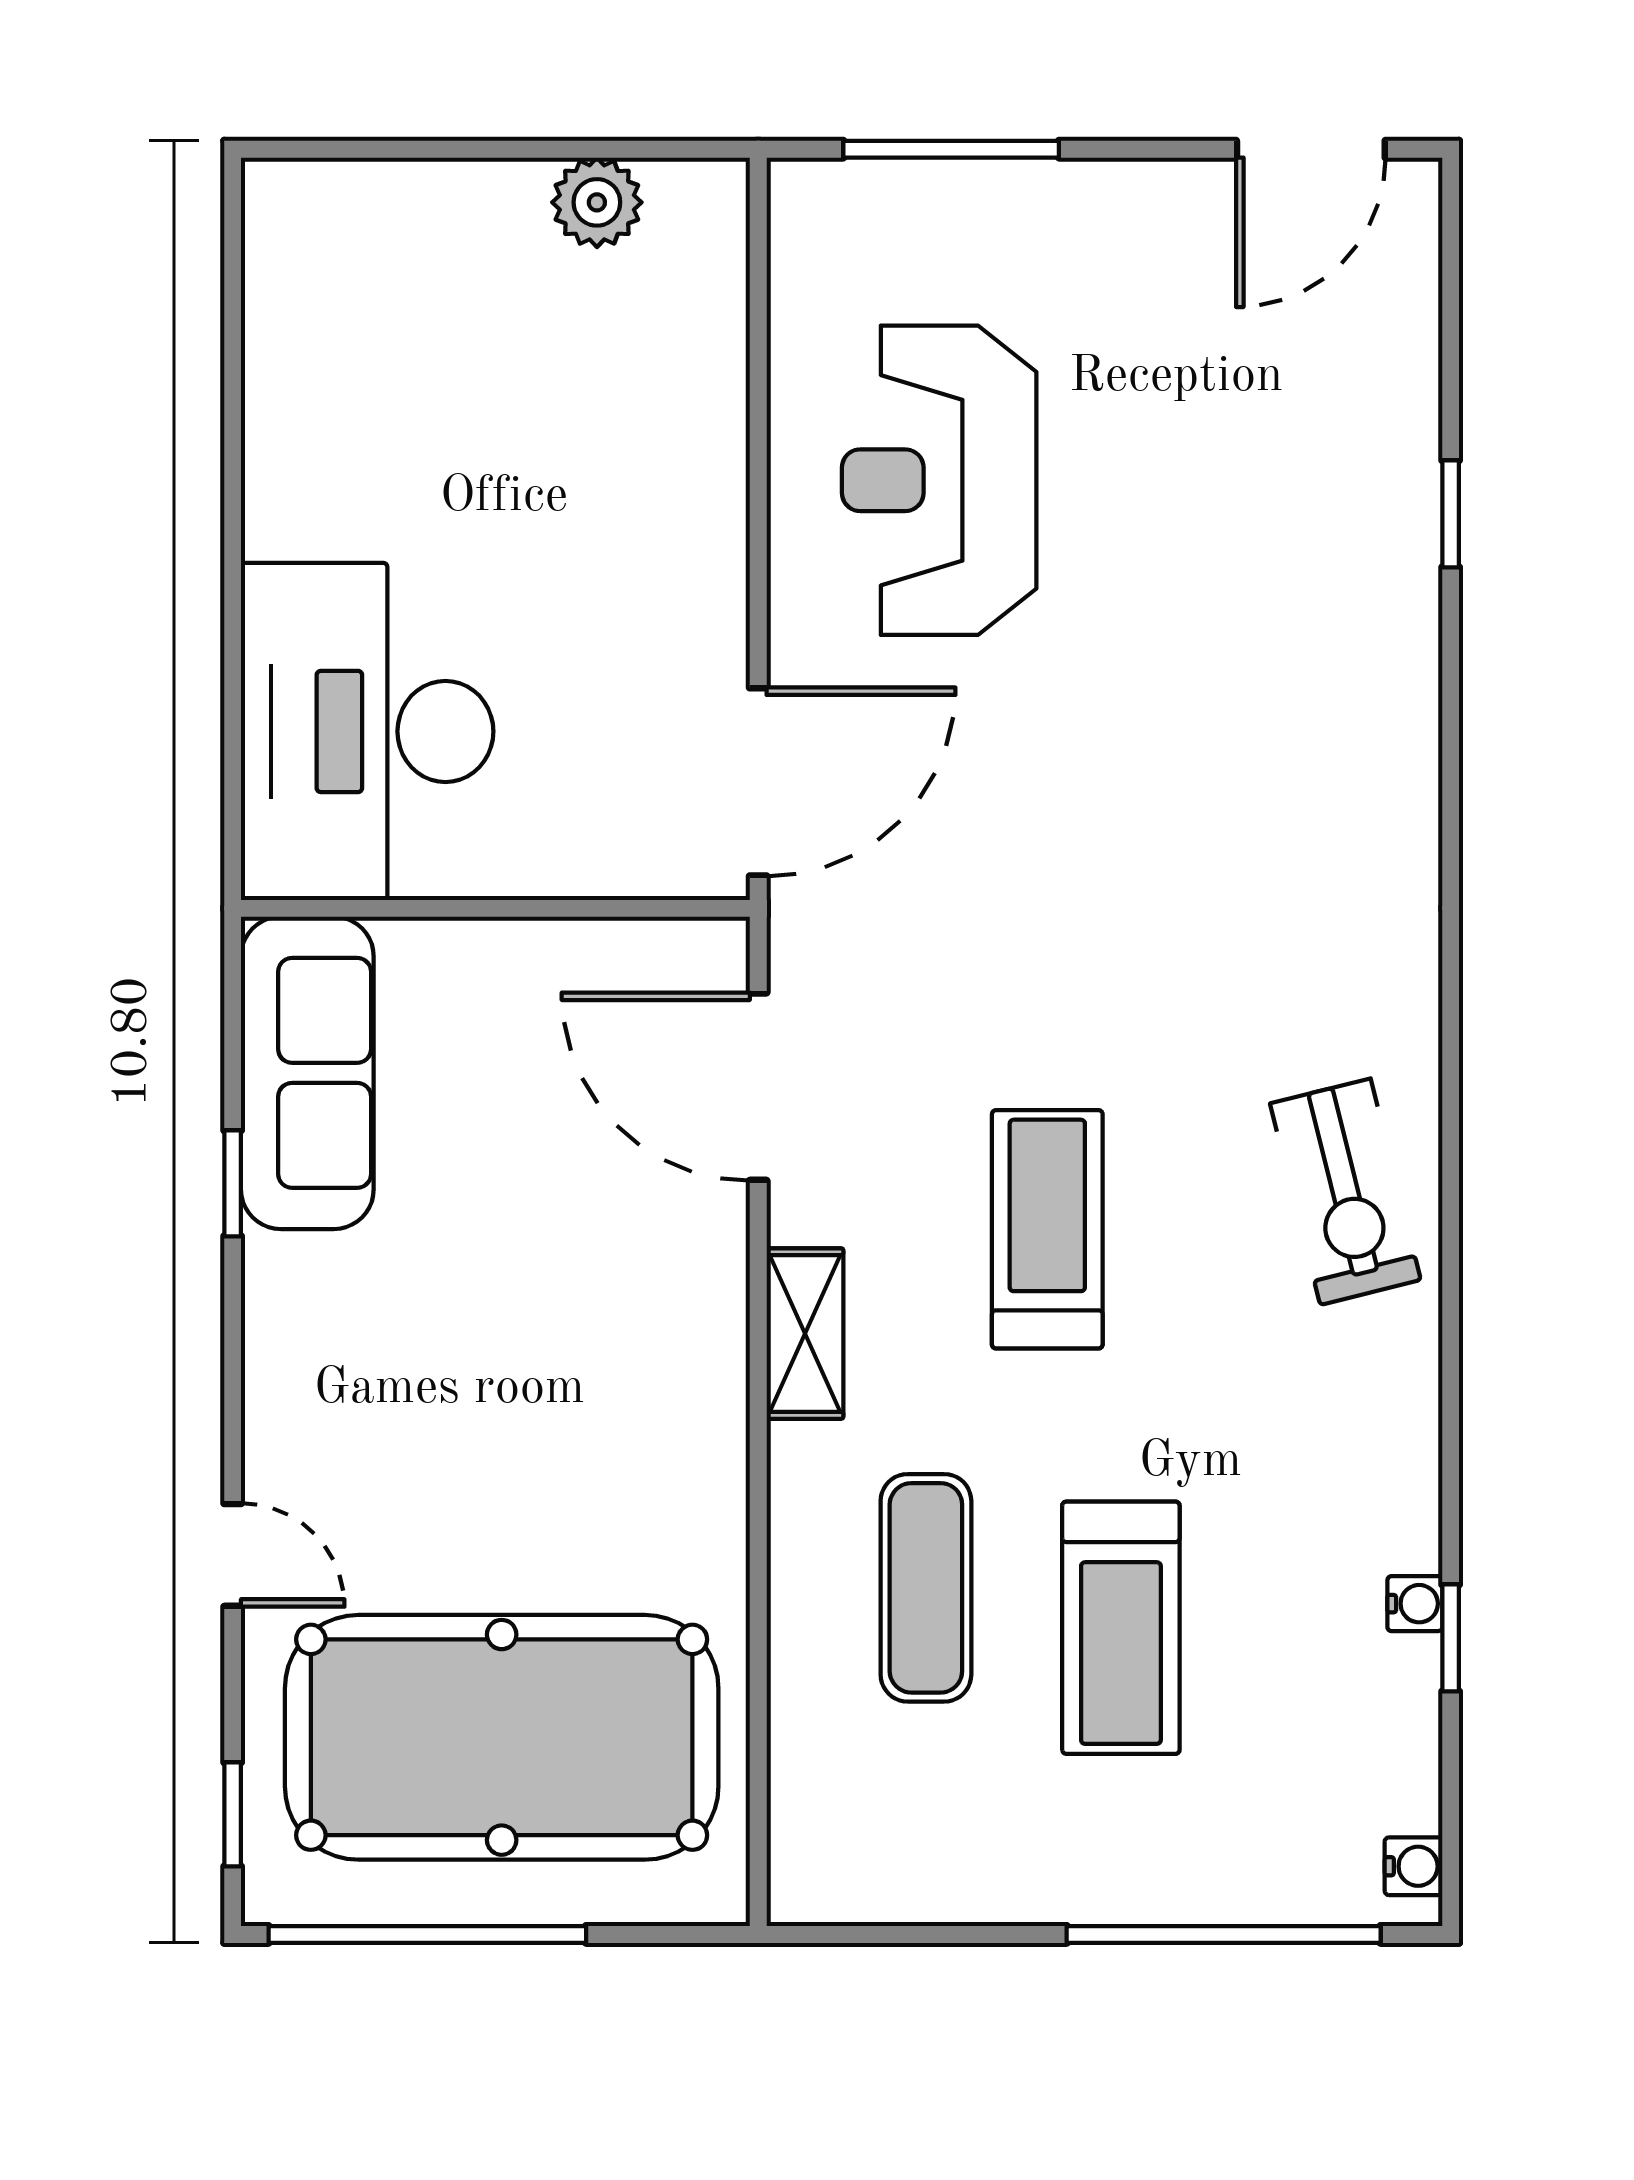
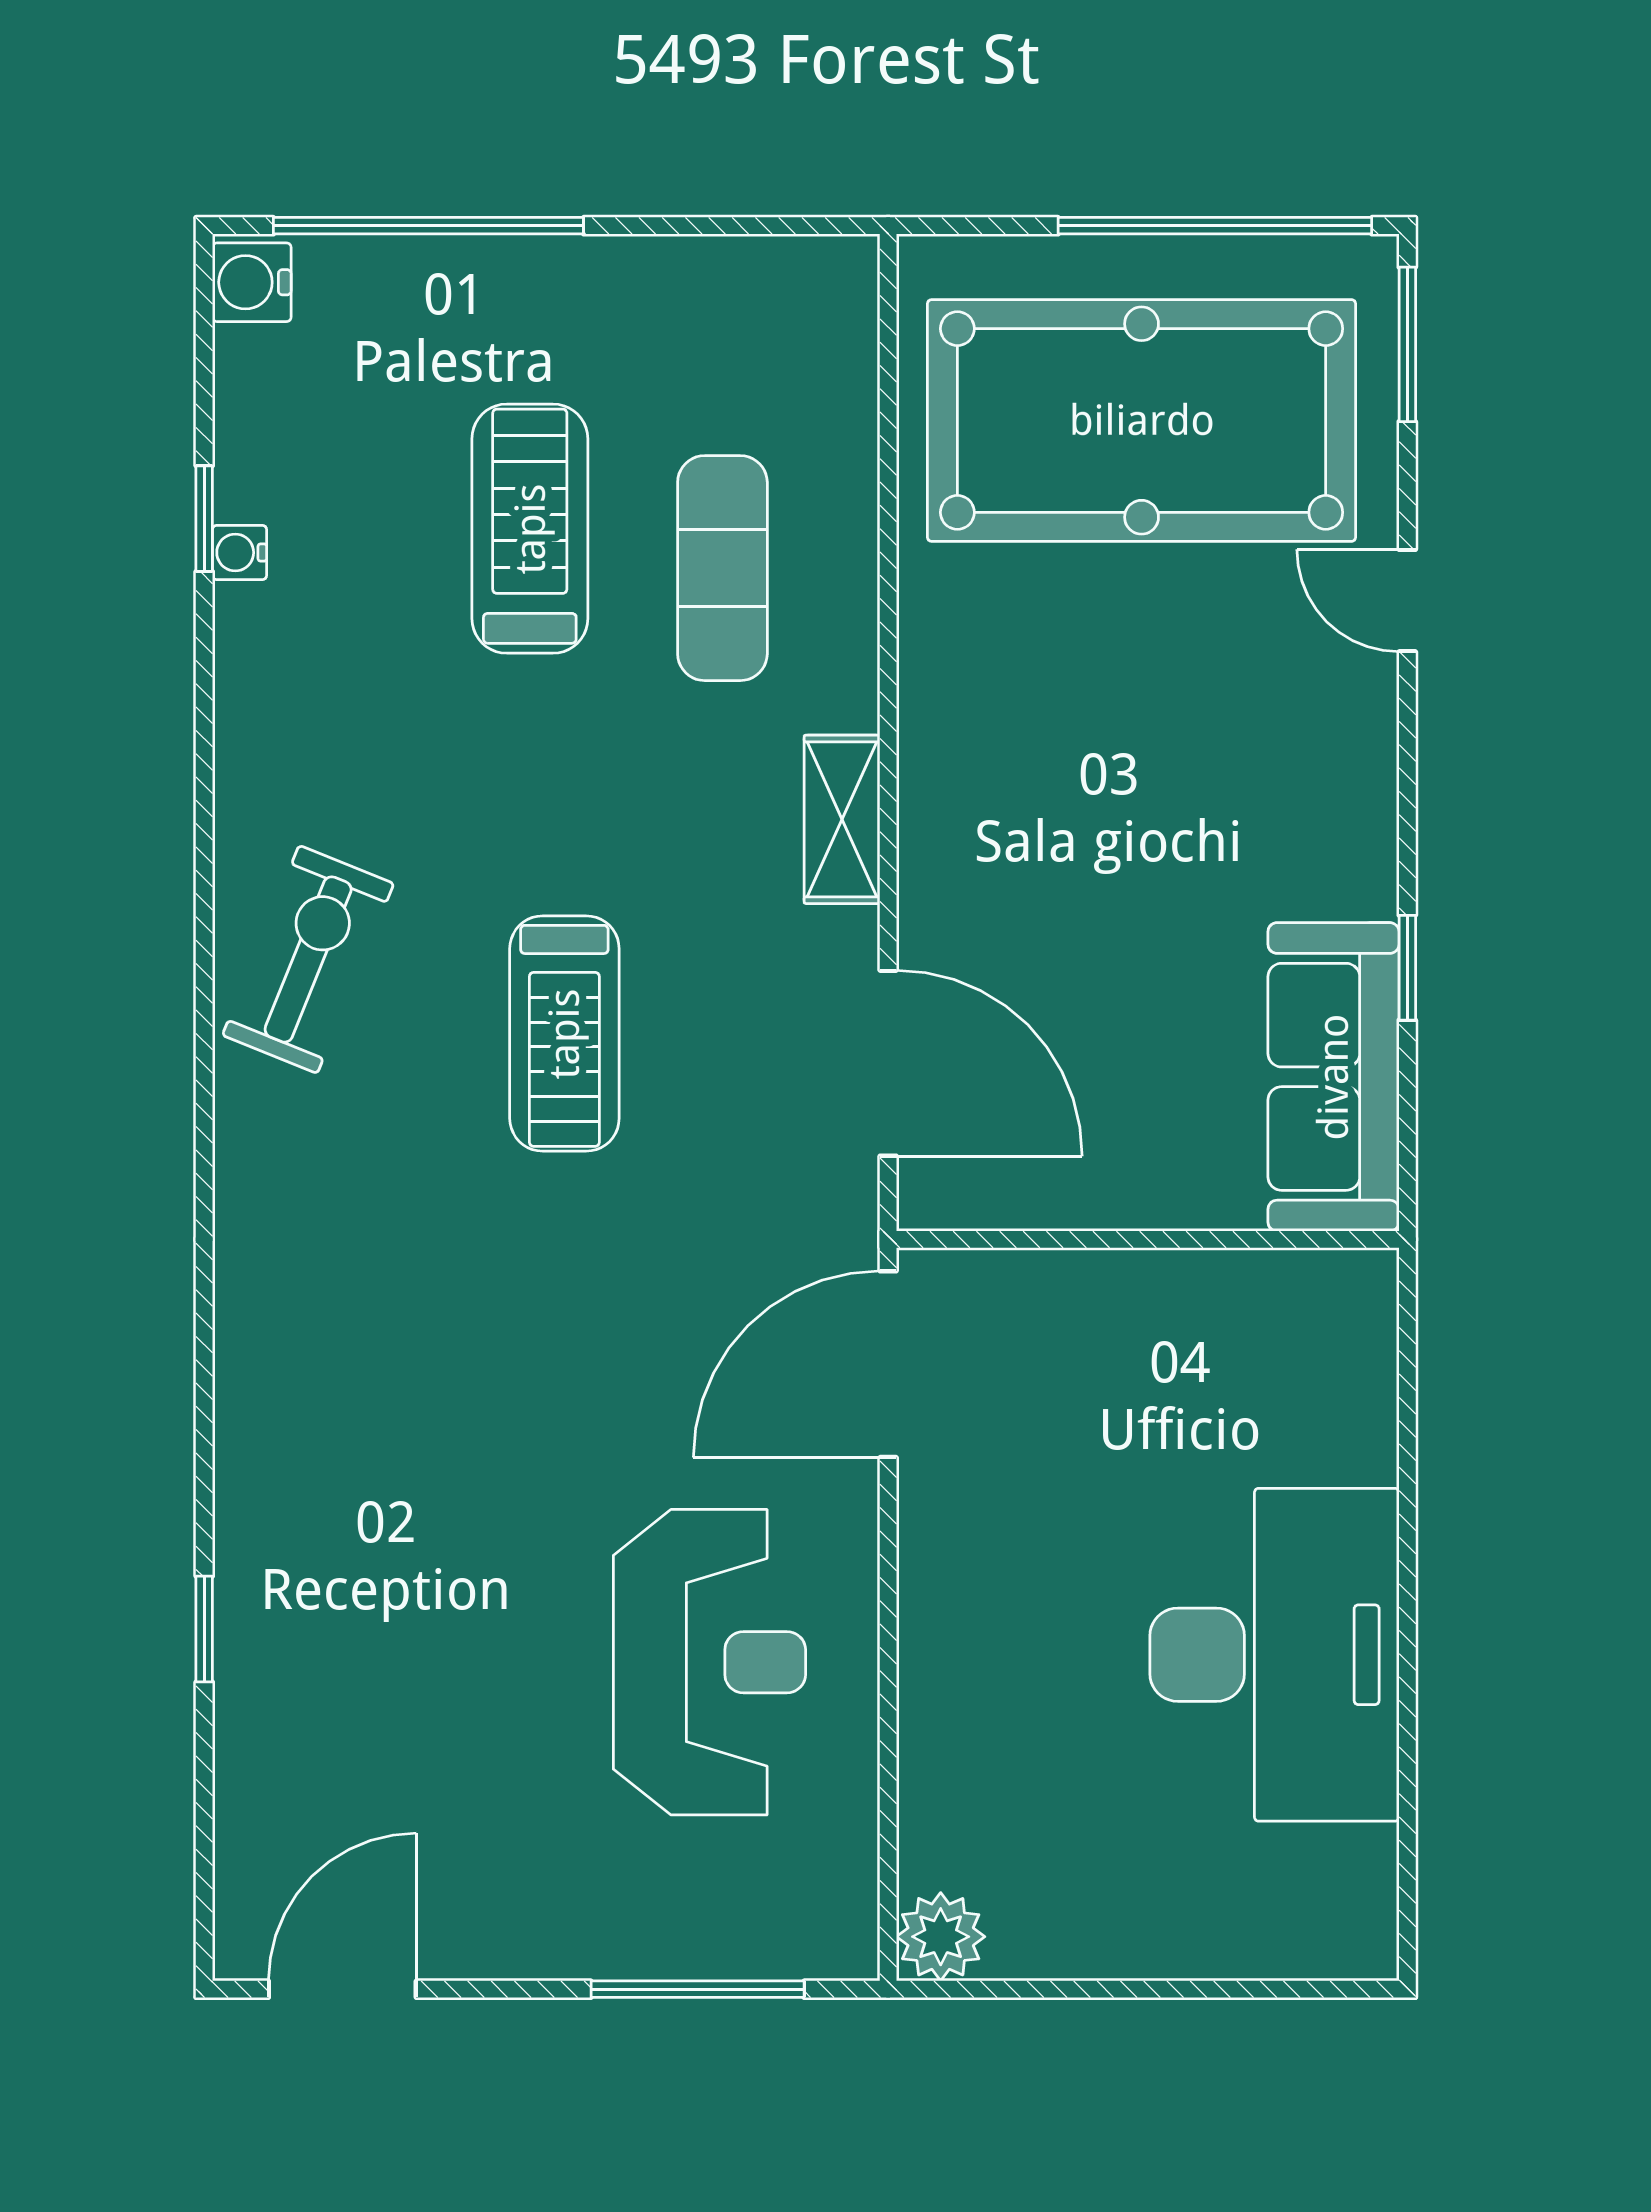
plant: (597, 202) -> (941, 1937), moved
desk: (367, 731) -> (1274, 1655), moved
exercise bike: (1345, 1192) -> (308, 959), turned 36
treadmill: (1047, 1229) -> (564, 1034), moved
window: (233, 1814) -> (1407, 344), width x1.50
water cooler: (1413, 1866) -> (252, 282), width x1.38, depth x1.38

